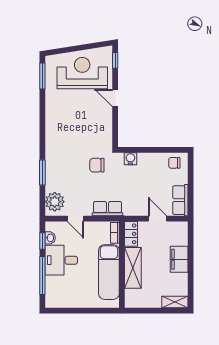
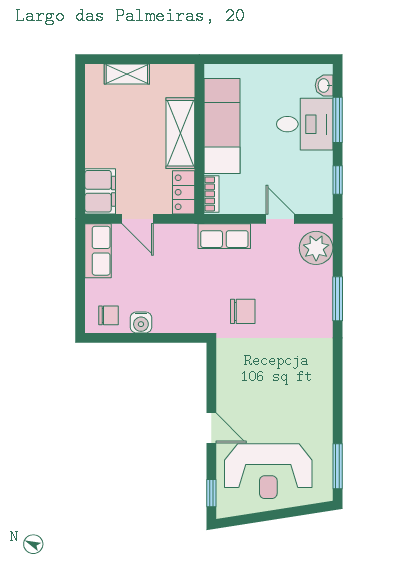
water cooler: (130, 159) -> (141, 322), moved
washbasin: (50, 238) -> (324, 85), moved
filing cabinet: (179, 259) -> (100, 191), moved
desk: (61, 260) -> (305, 124), moved
window: (42, 276) -> (338, 120), width x0.69
shelving: (175, 302) -> (127, 74), moved

